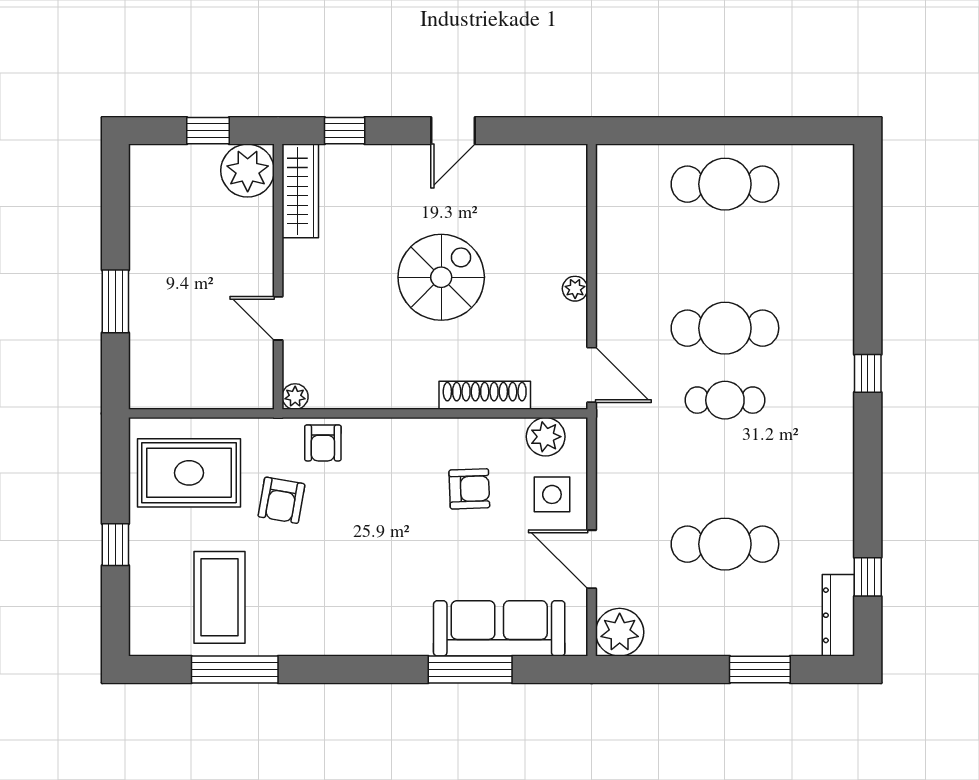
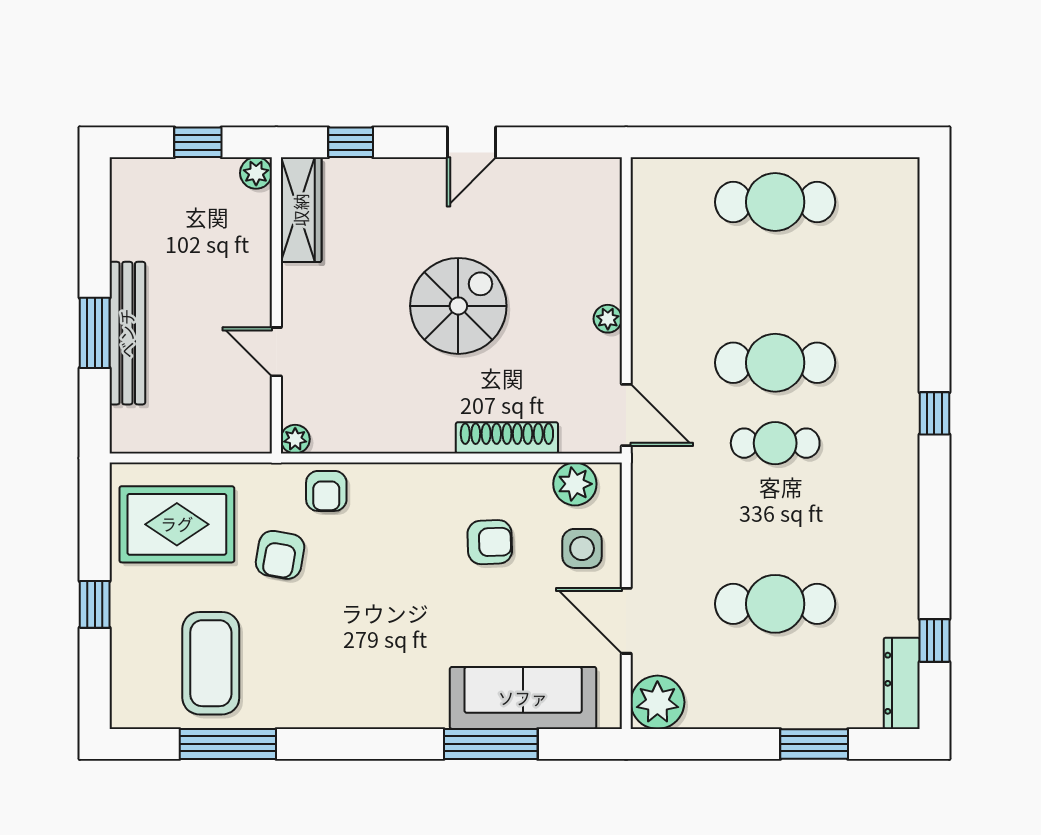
plant: (248, 171) -> (256, 173), width x0.53, depth x0.53
bench: (145, 302) -> (127, 333), added

